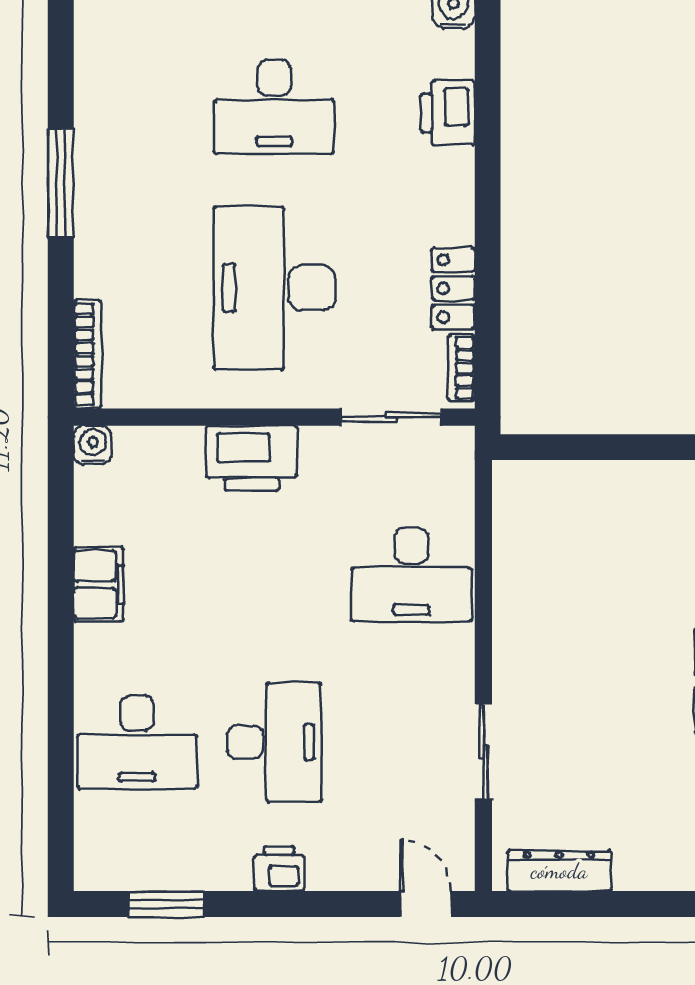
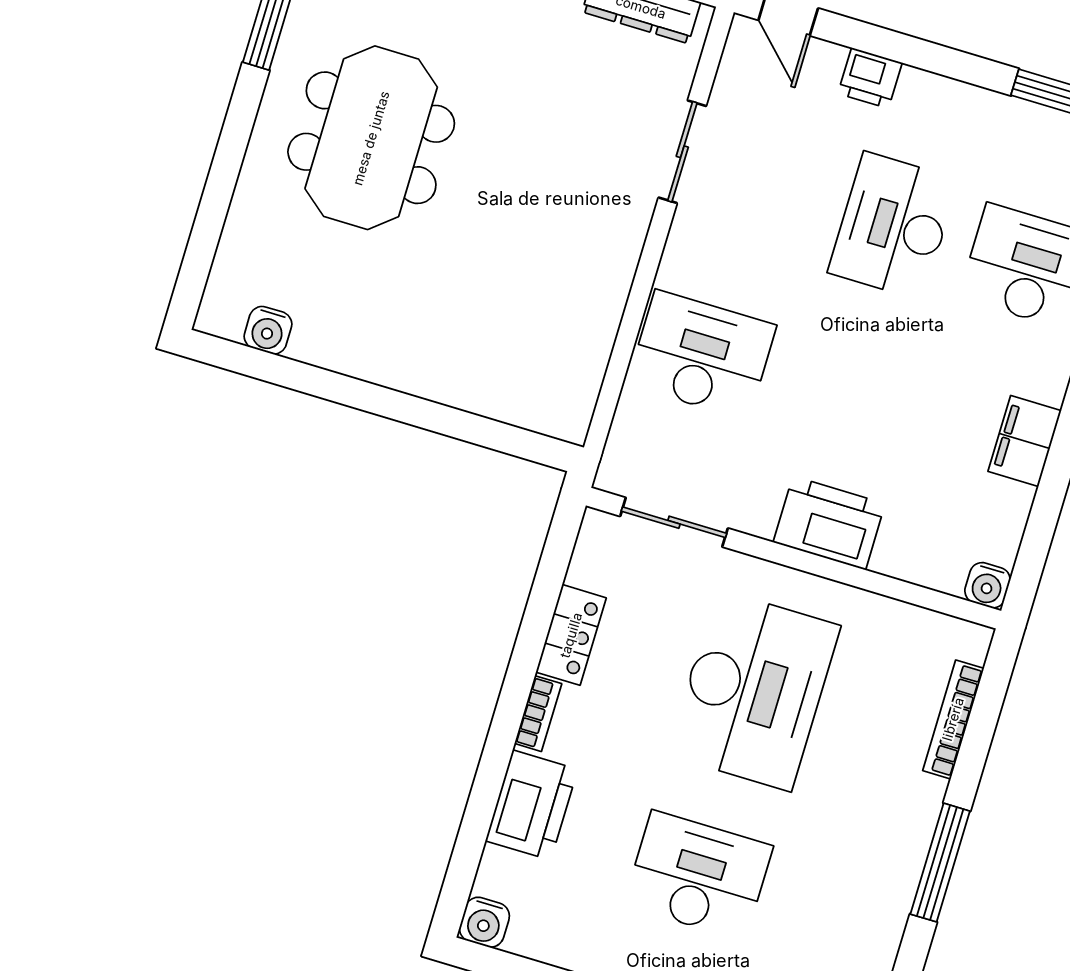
printer: (448, 113) -> (532, 805), width x1.37, depth x1.19
bookcase: (87, 354) -> (953, 719), moved
bookcase: (462, 368) -> (538, 714), moved
printer: (279, 869) -> (870, 78), moved

